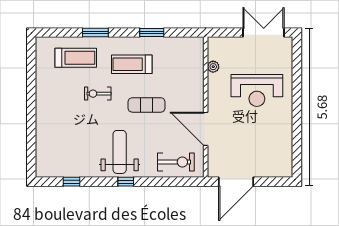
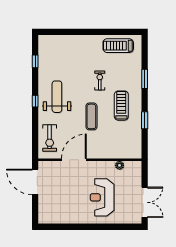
treadmill: (76, 58) -> (118, 46), moved, turned 90
weight bench: (120, 152) -> (57, 97), turned -90

